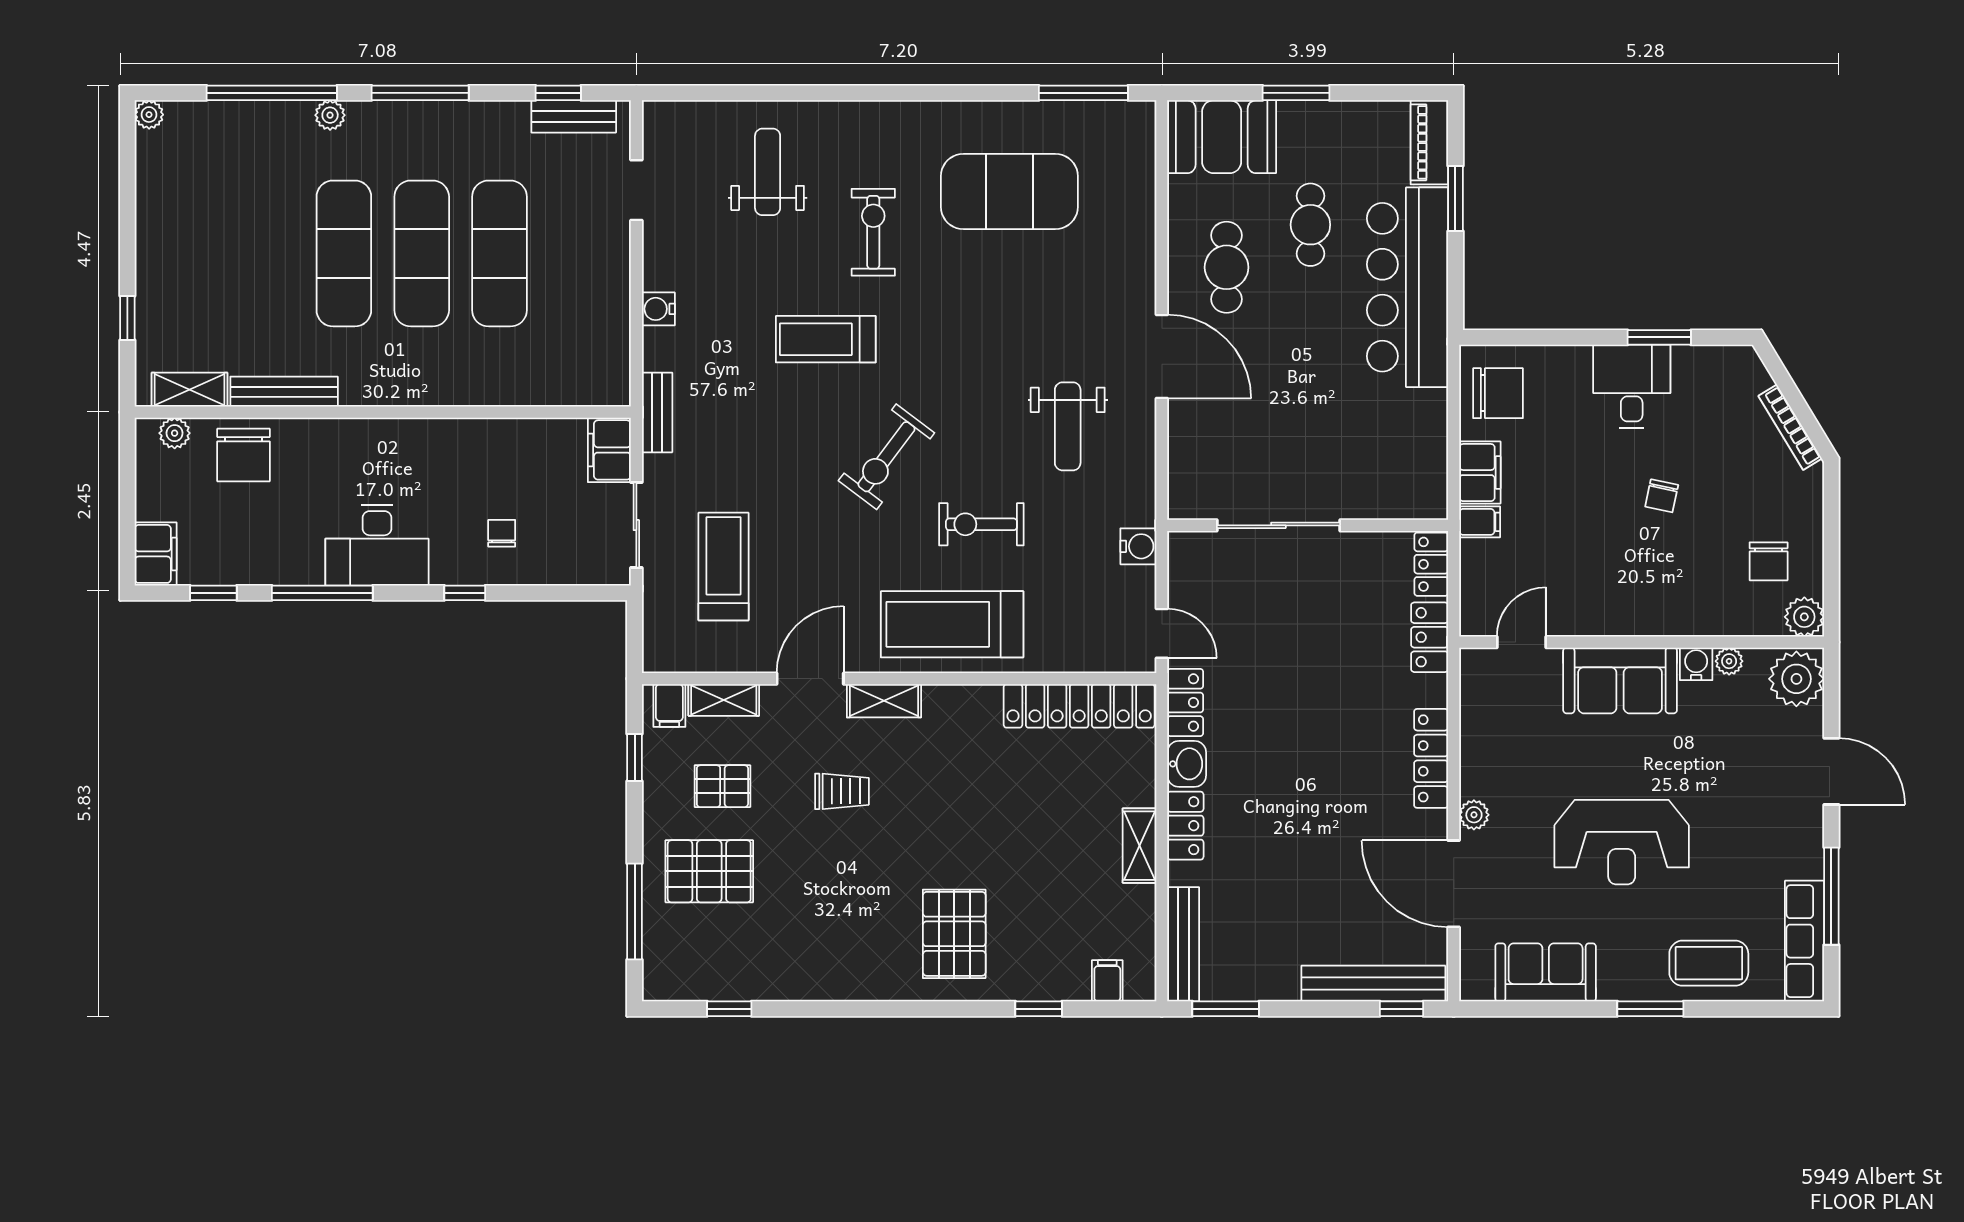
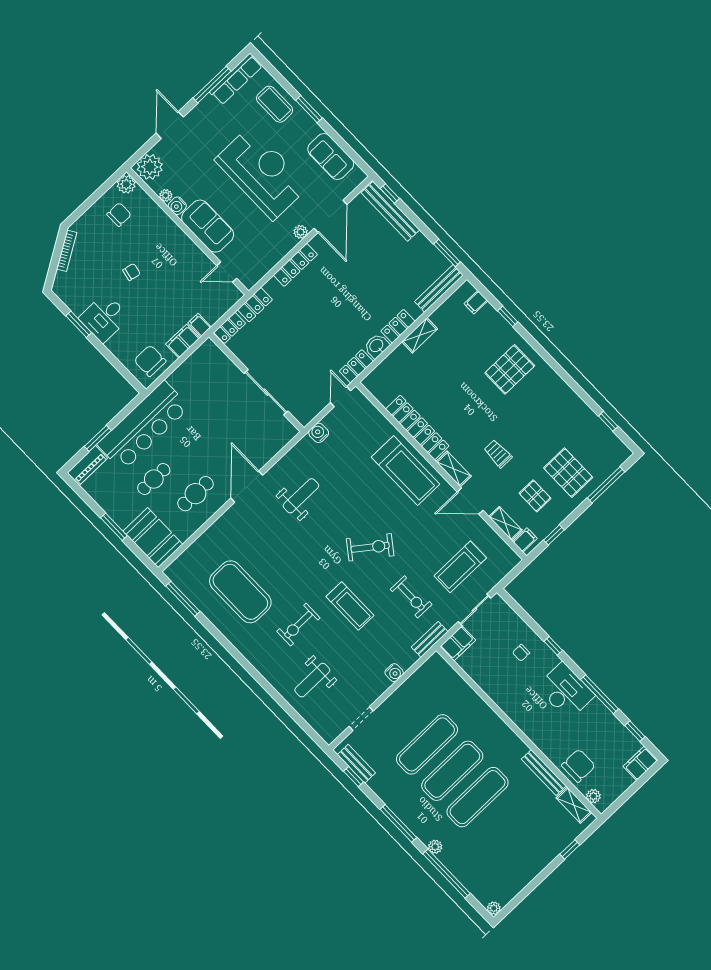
exercise bike: (981, 524) -> (411, 597), moved
locker: (1079, 706) -> (417, 428), moved
reception desk: (1622, 842) -> (262, 173), width x1.36, depth x1.30

